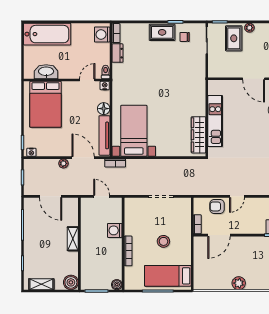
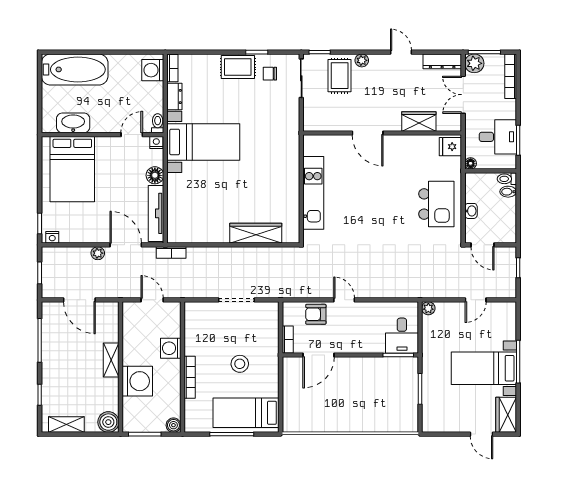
bed with nightstands: (134, 131) -> (203, 142), moved, turned 90
wardrobe: (199, 135) -> (256, 233), moved, turned 90
door: (237, 196) -> (344, 300), swing flipped
washing machine: (91, 254) -> (137, 381), added
plant: (239, 283) -> (347, 423), removed

